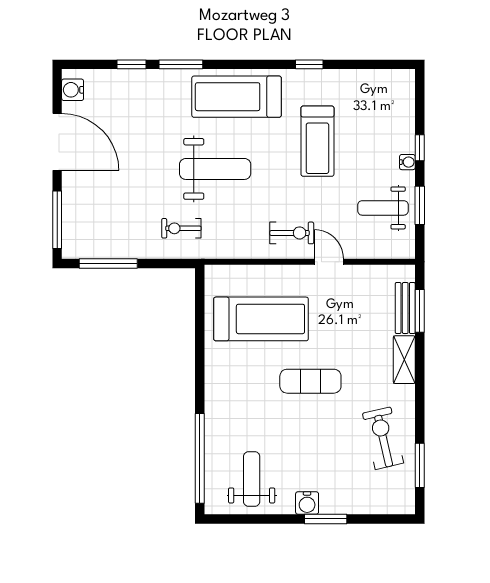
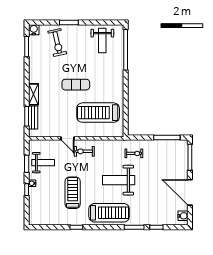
exercise bike: (383, 438) -> (57, 43), moved
water cooler: (307, 503) -> (34, 30), moved

